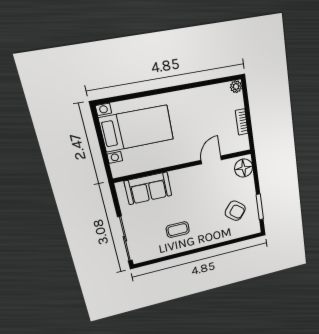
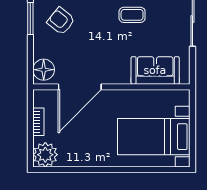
plant: (236, 87) -> (45, 155), width x1.88, depth x1.88
door: (211, 160) -> (80, 87), width x1.88

